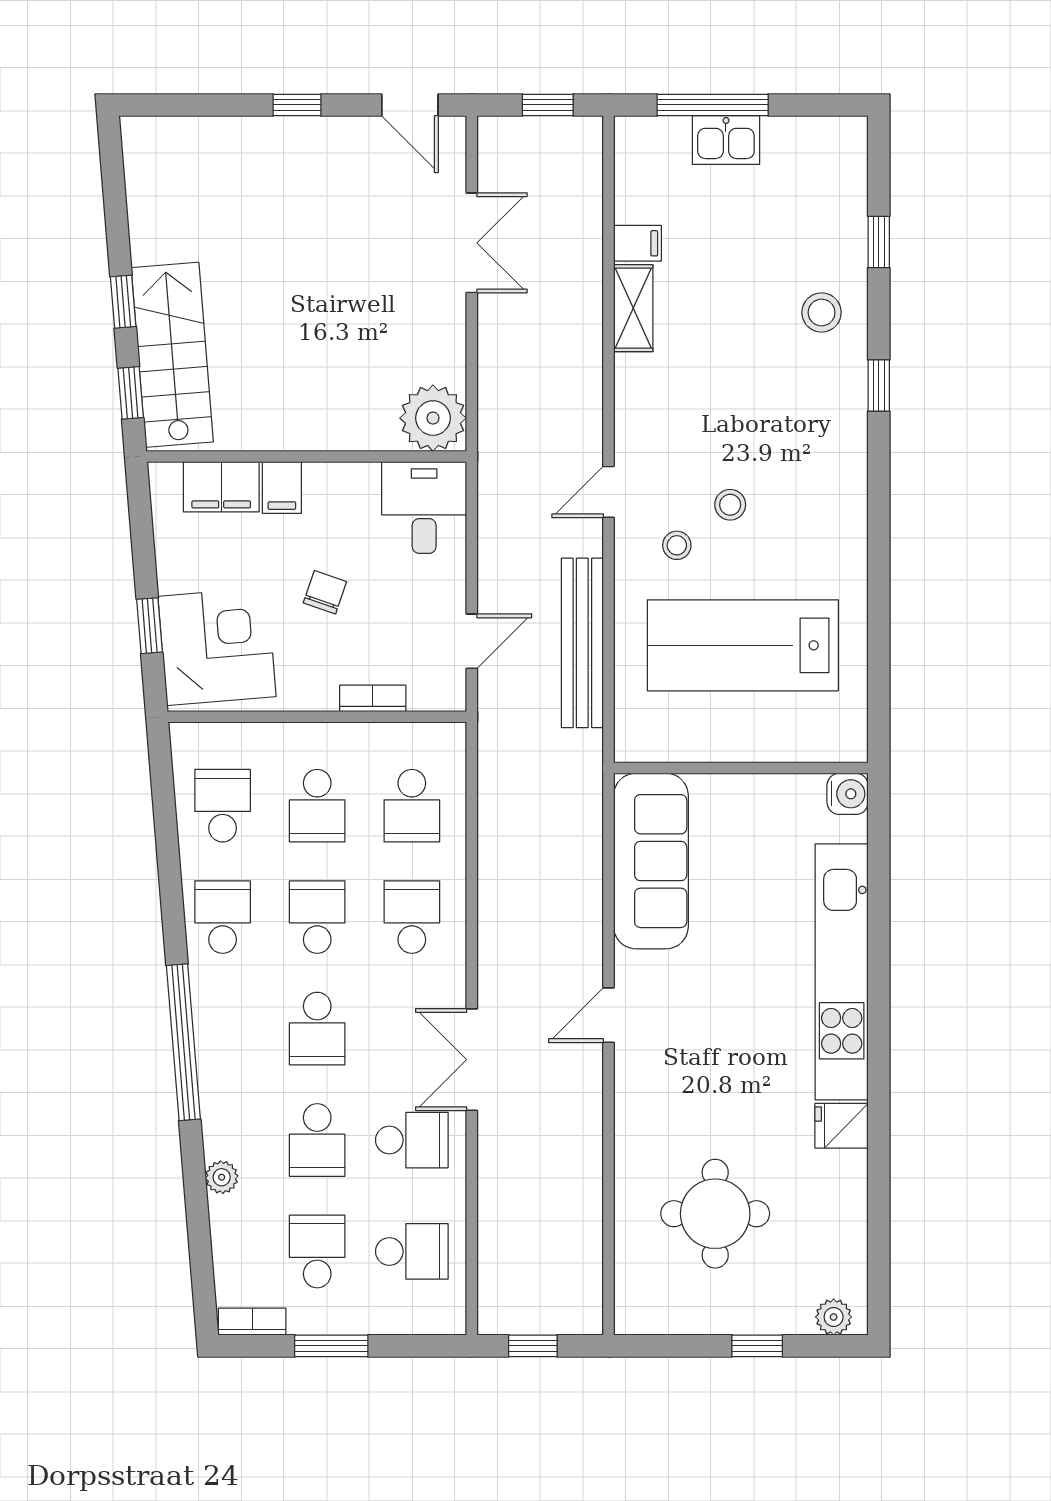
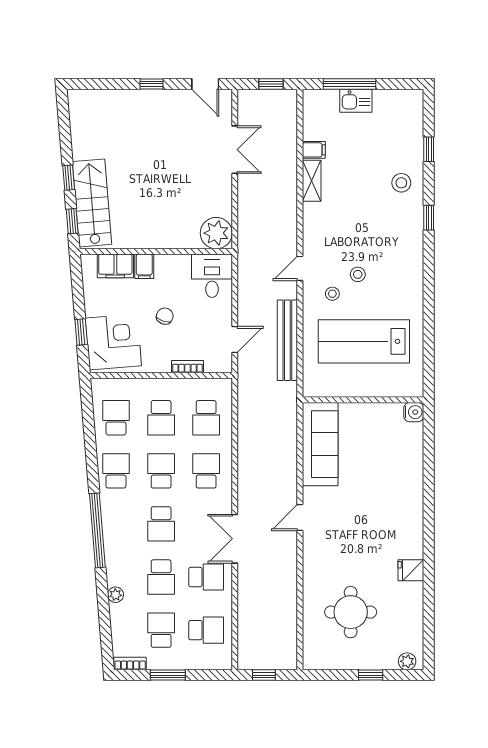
kitchen unit: (842, 972) -> (411, 497), removed

